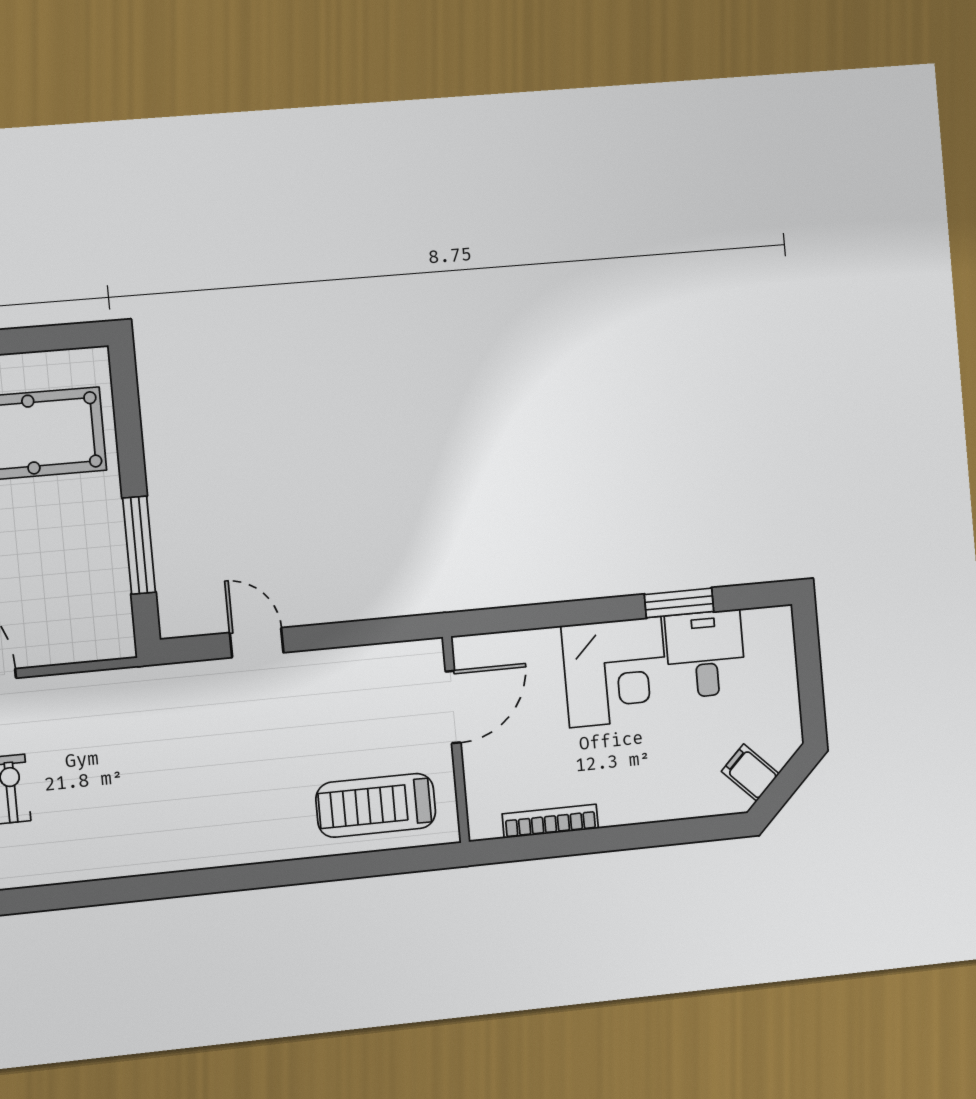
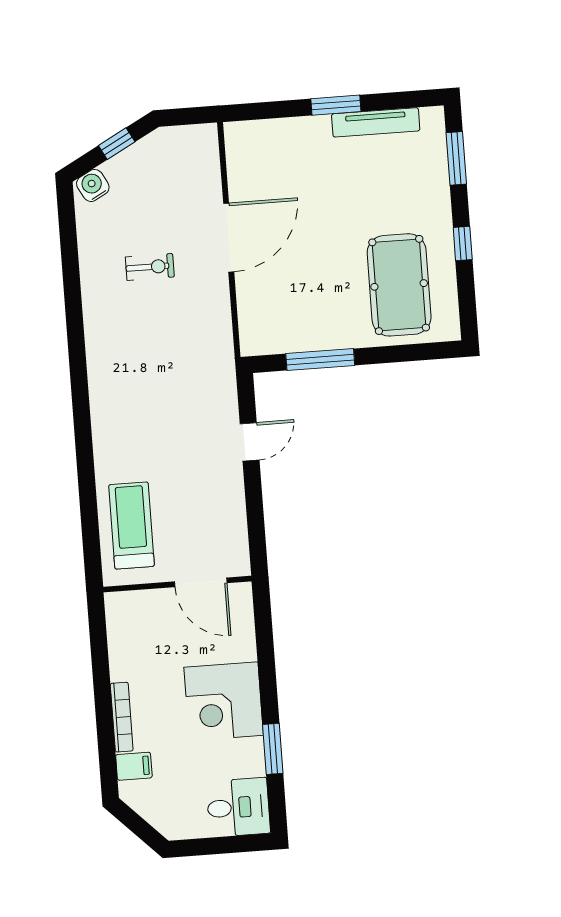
desk: (705, 654) -> (238, 807), moved
filing cabinet: (750, 773) -> (134, 766), moved, turned 45
bookcase: (550, 821) -> (122, 717), moved

